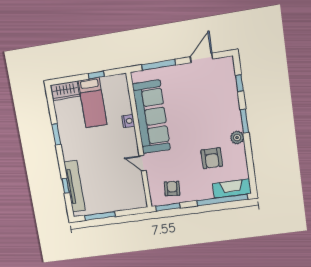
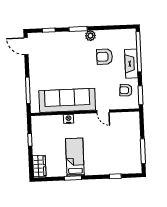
door: (201, 58) -> (26, 46), moved
bed: (92, 103) -> (75, 157), moved, turned -90
armchair: (212, 158) -> (105, 57), turned 180
door: (143, 163) -> (103, 111), hinge flipped
tv unit: (75, 186) -> (116, 169), removed
fireplace: (232, 189) -> (131, 64), moved

